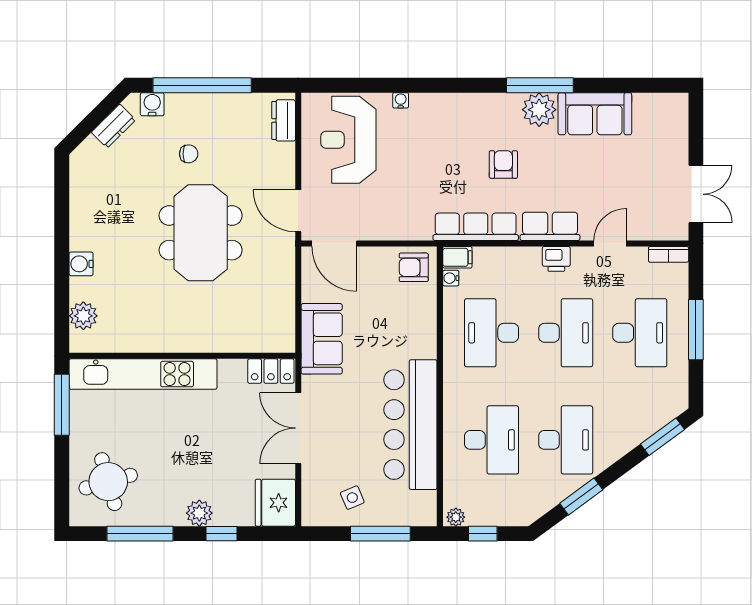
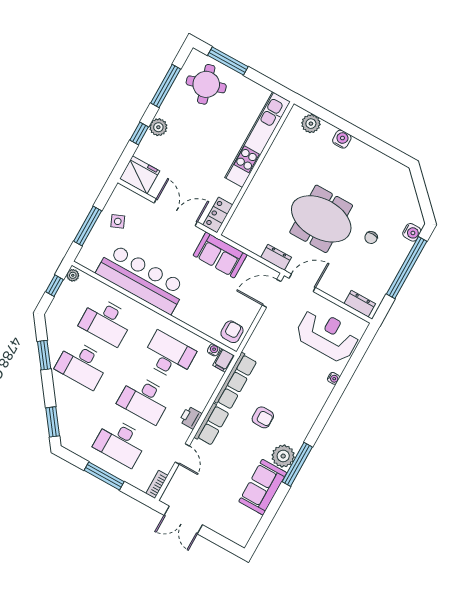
dresser: (113, 126) -> (276, 257), moved, turned 135
window: (62, 405) -> (228, 61), moved

